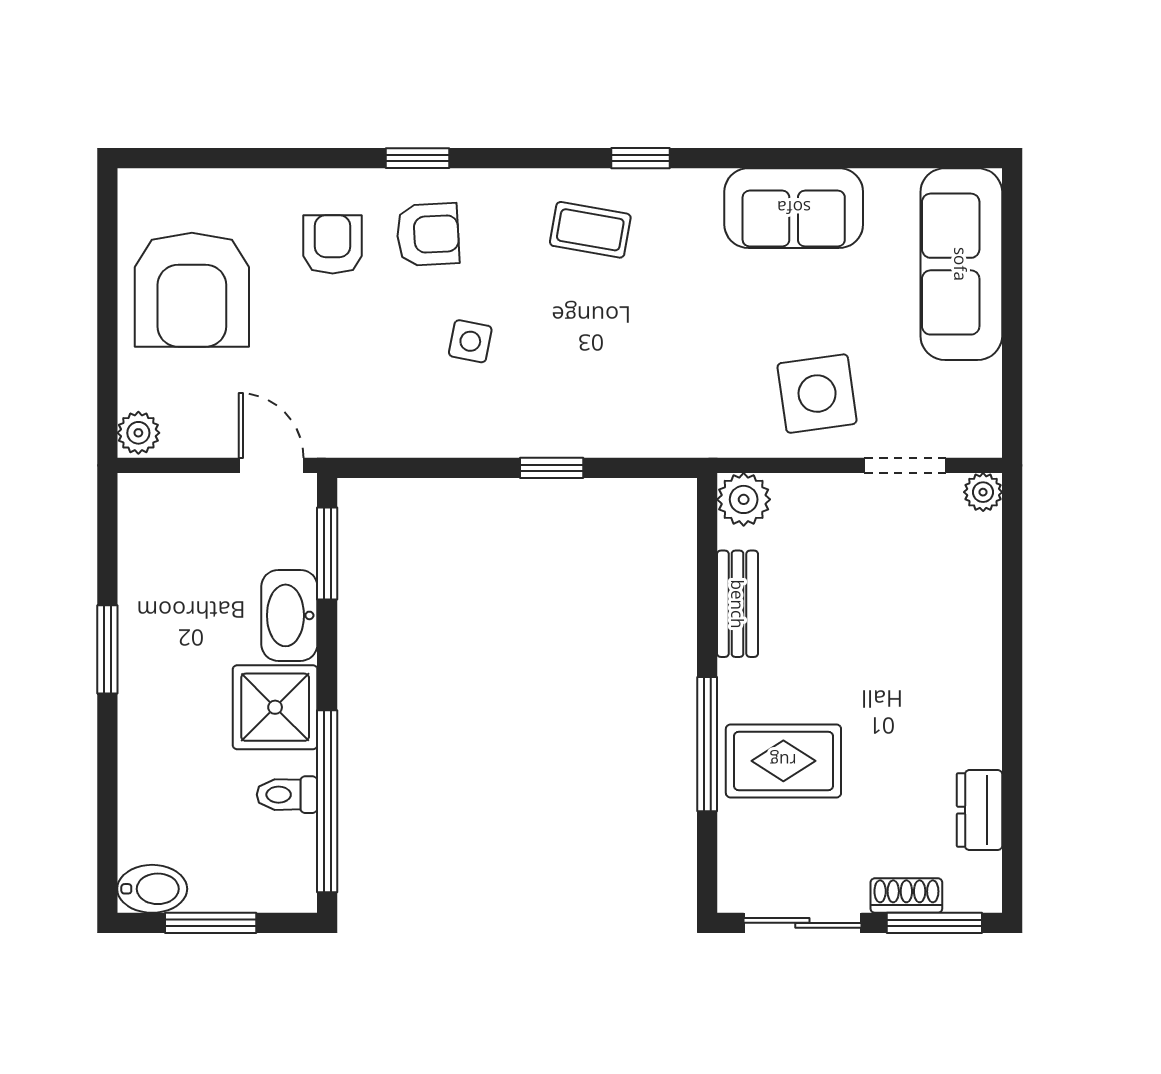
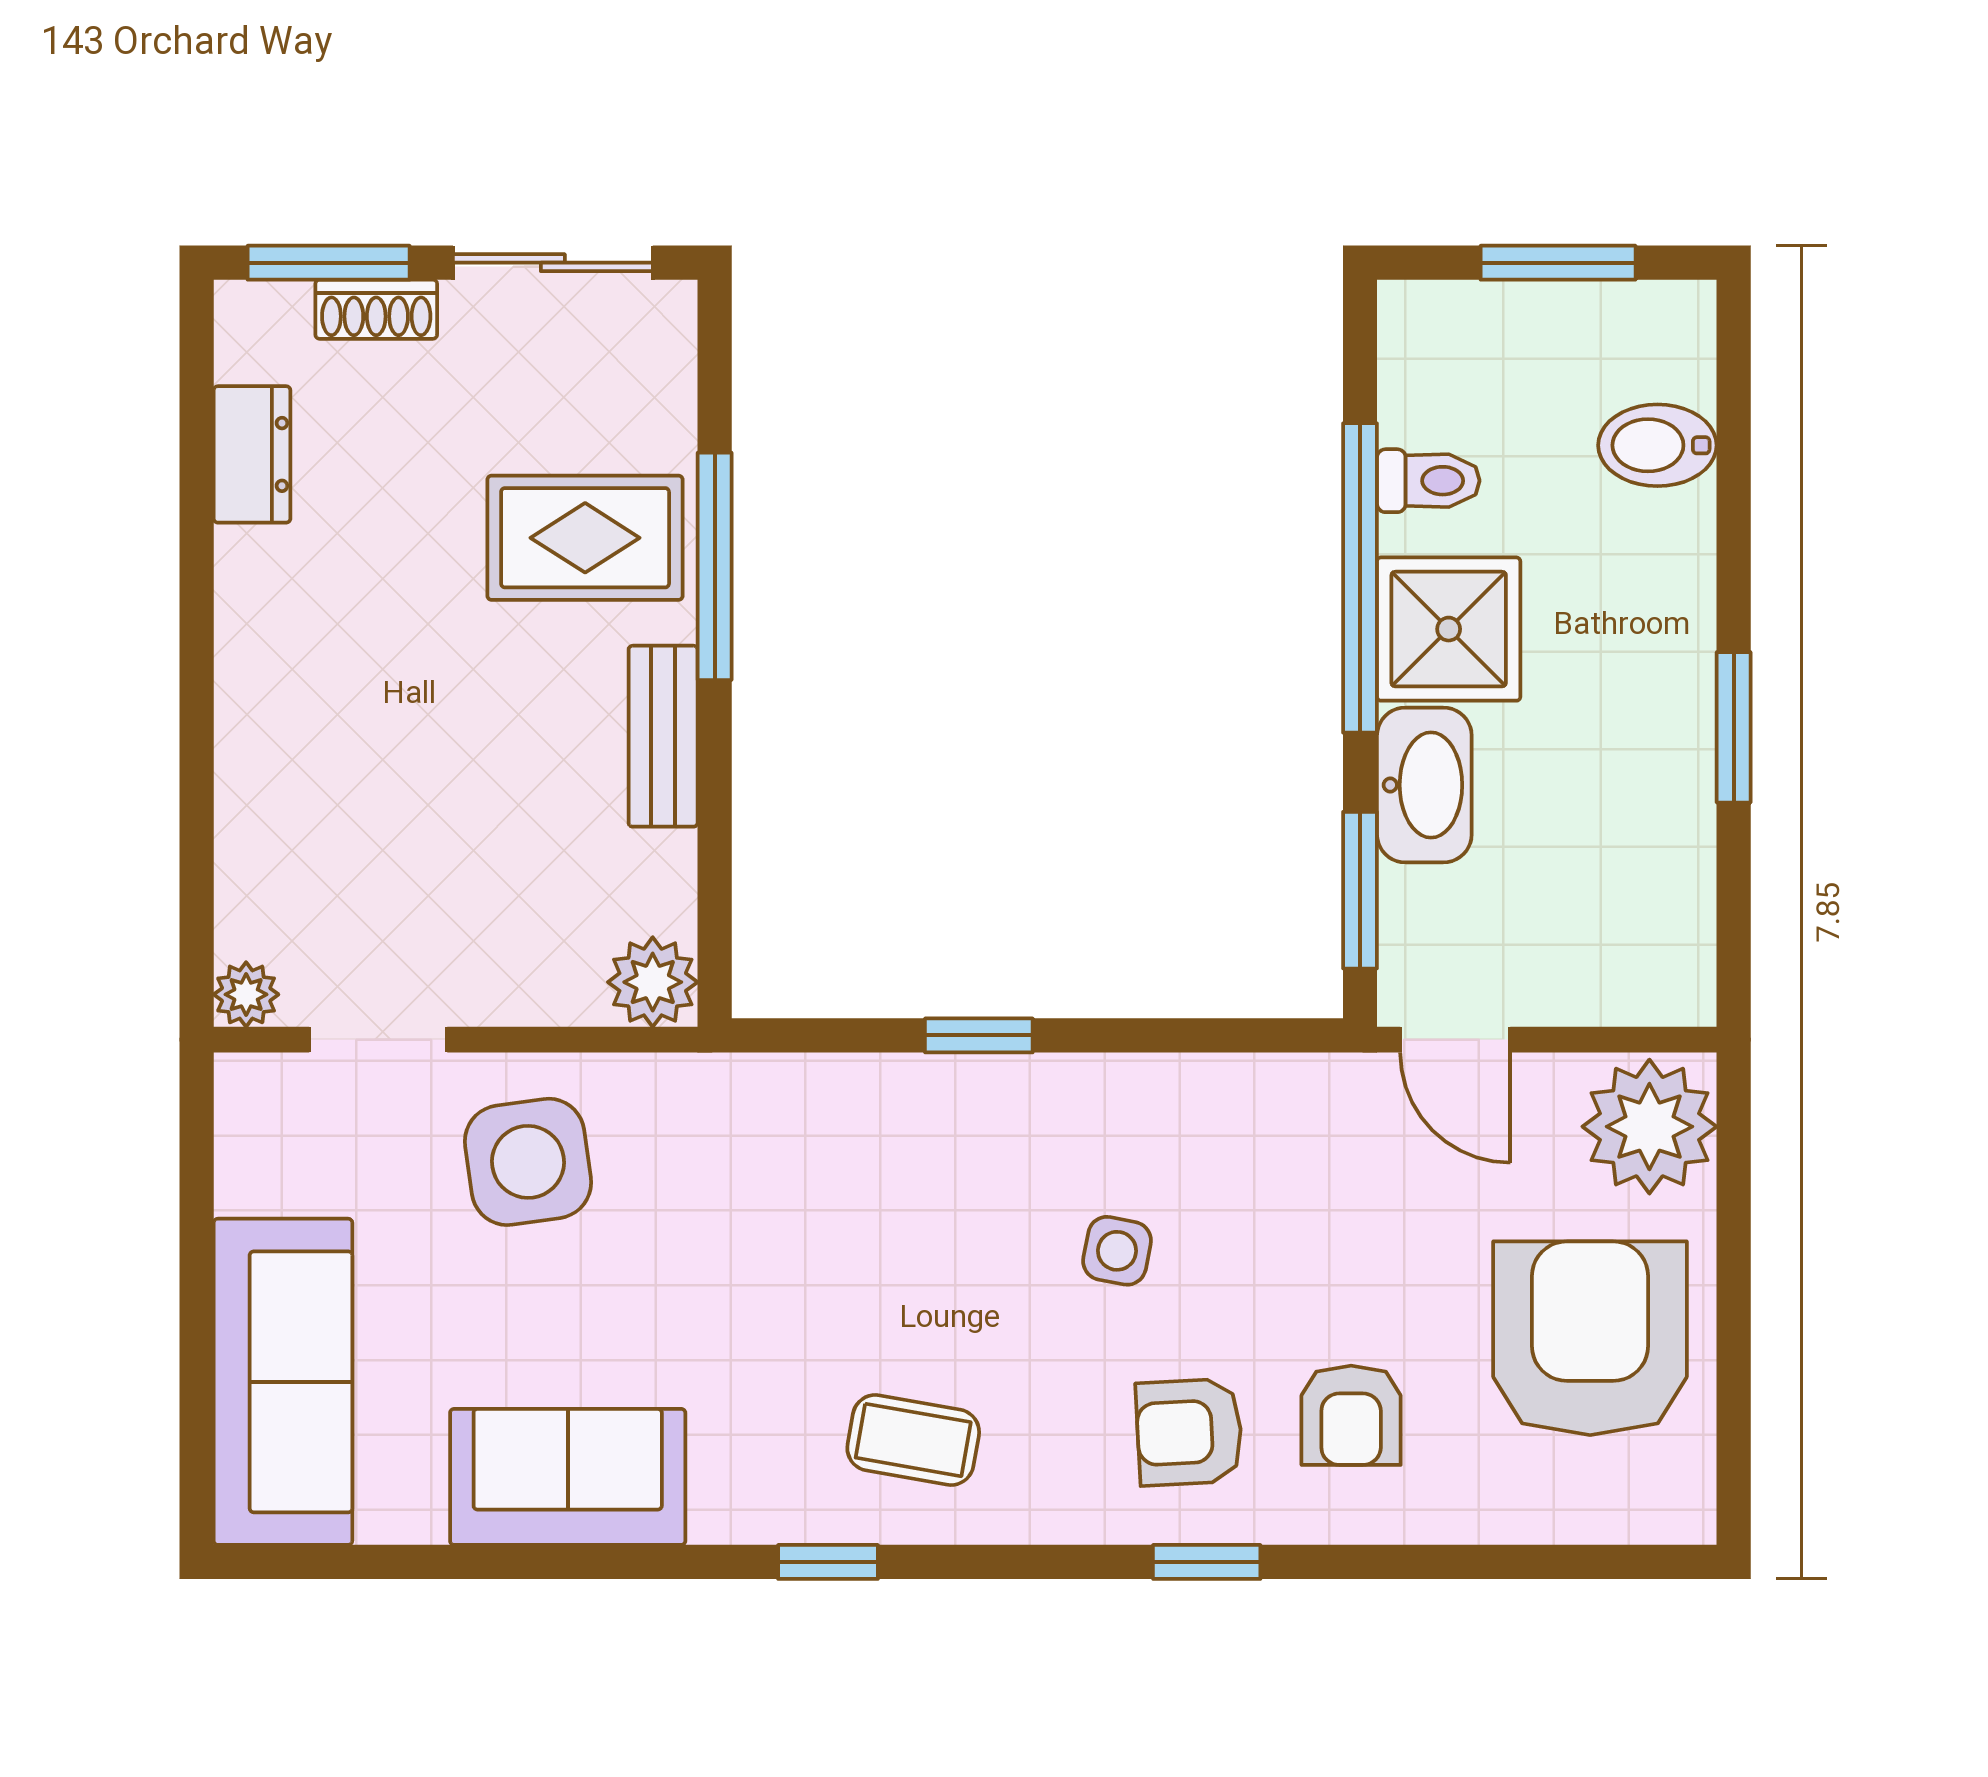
plant: (138, 433) -> (1649, 1127), width x1.87, depth x1.87
bench: (738, 604) -> (663, 736), moved
window: (327, 801) -> (1360, 578), moved
bidet: (152, 889) -> (1657, 445), moved

